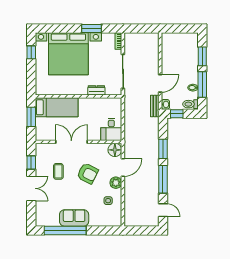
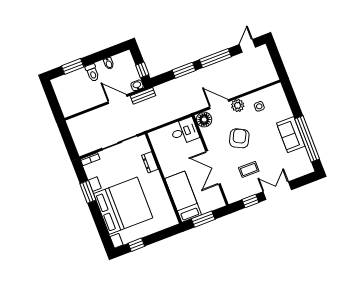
window: (202, 84) -> (102, 55), removed
toilet: (190, 104) -> (92, 73), moved

